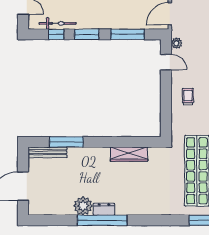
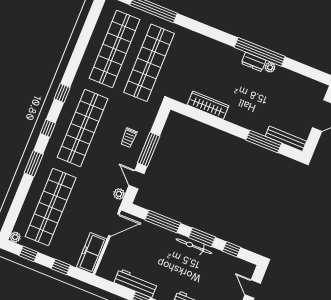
bicycle: (57, 23) -> (194, 246), moved
window: (166, 93) -> (149, 149), added
plant: (83, 206) -> (270, 67), width x0.53, depth x0.53

